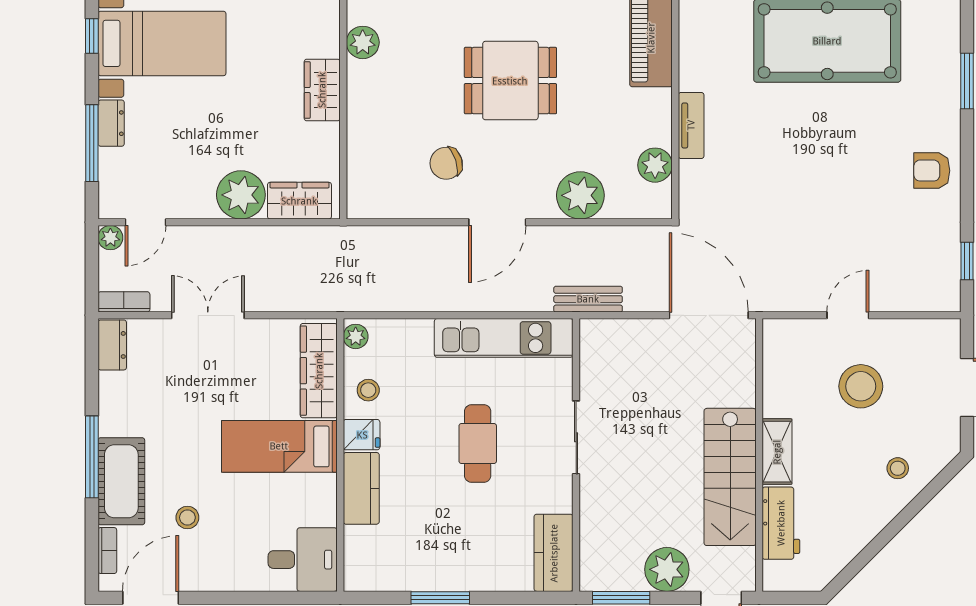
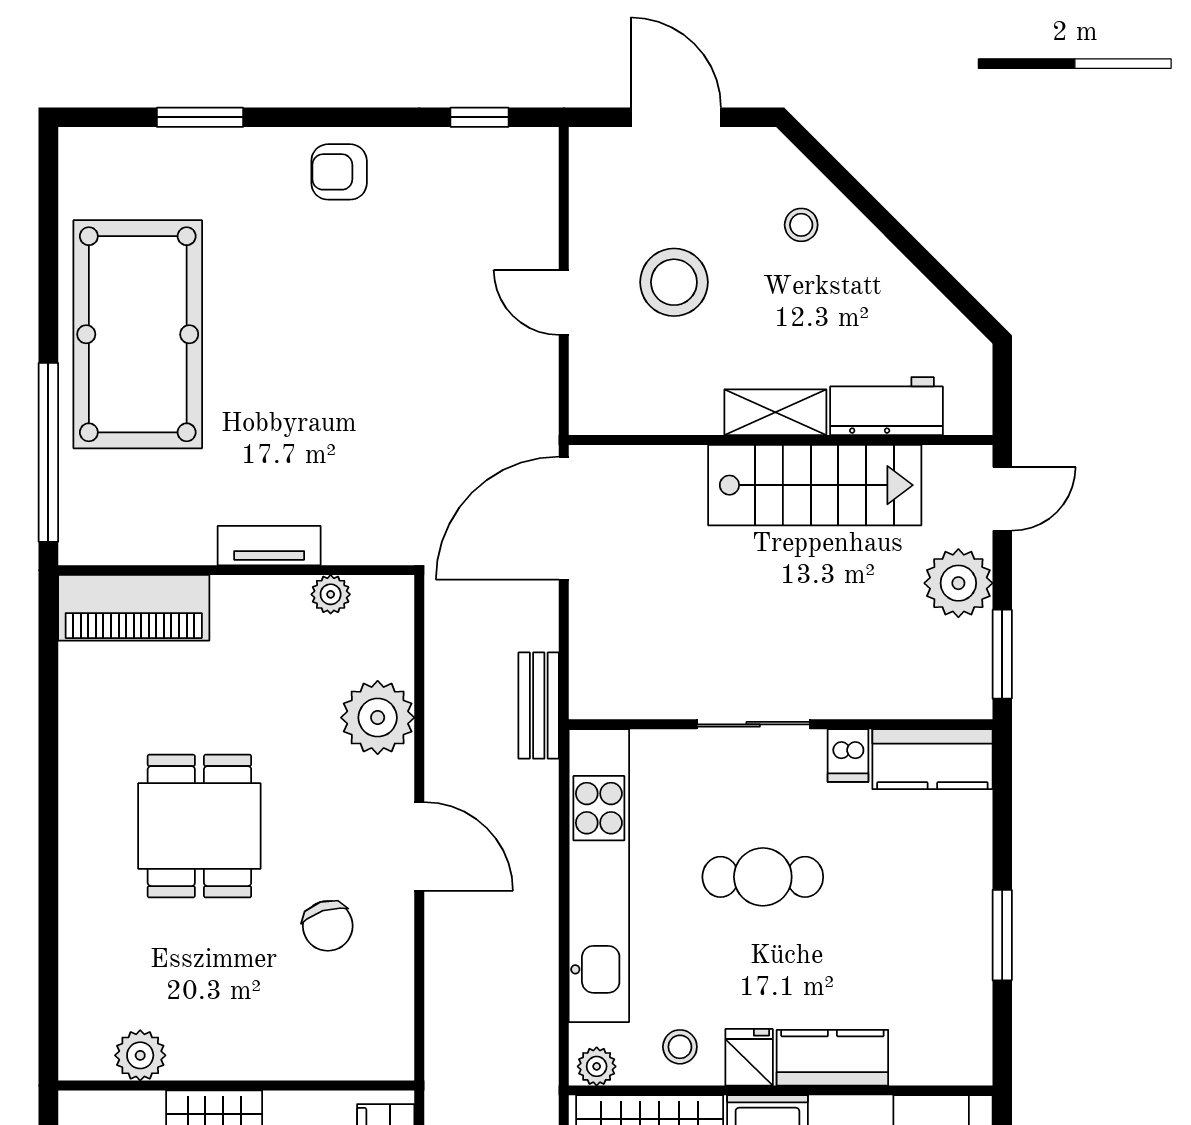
plant: (655, 165) -> (331, 594), width x0.73, depth x0.73
armchair: (932, 171) -> (339, 172), turned 90
kitchen unit: (504, 338) -> (599, 876), width x1.36
dishwasher: (556, 498) -> (848, 755), added

